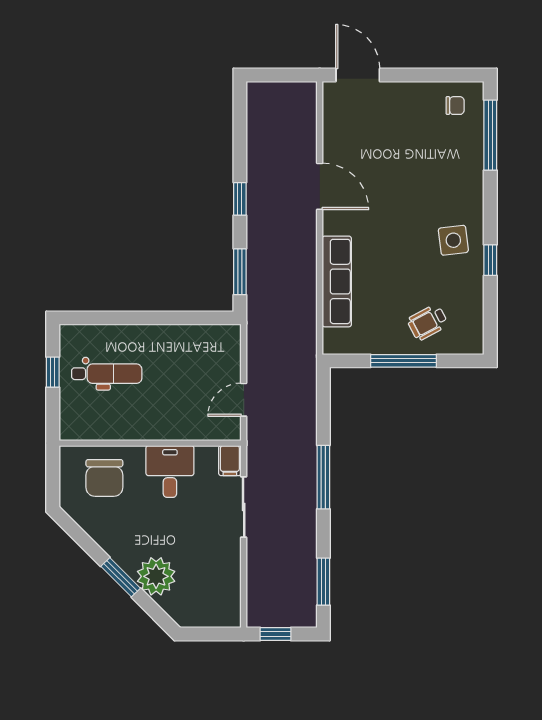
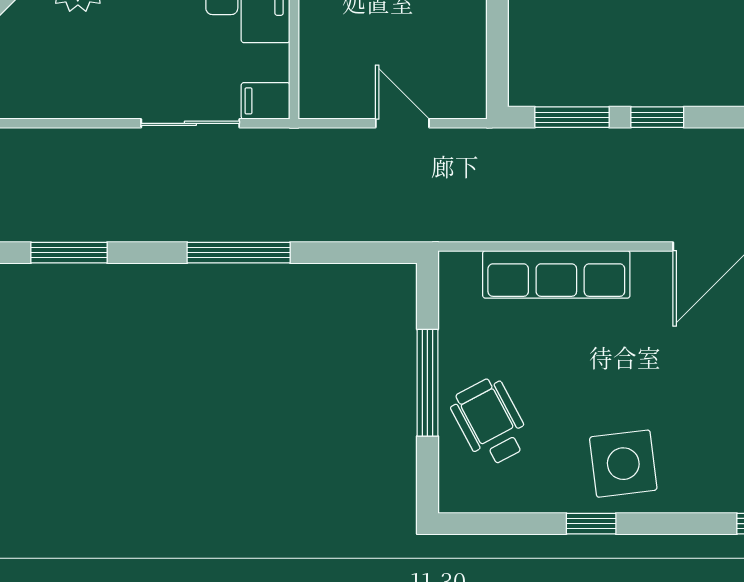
window: (240, 199) -> (657, 117), moved
side table: (453, 240) -> (623, 464), width x1.37, depth x1.37
wheelchair: (428, 322) -> (490, 422), width x1.36, depth x1.37
door: (244, 400) -> (402, 123), moved

